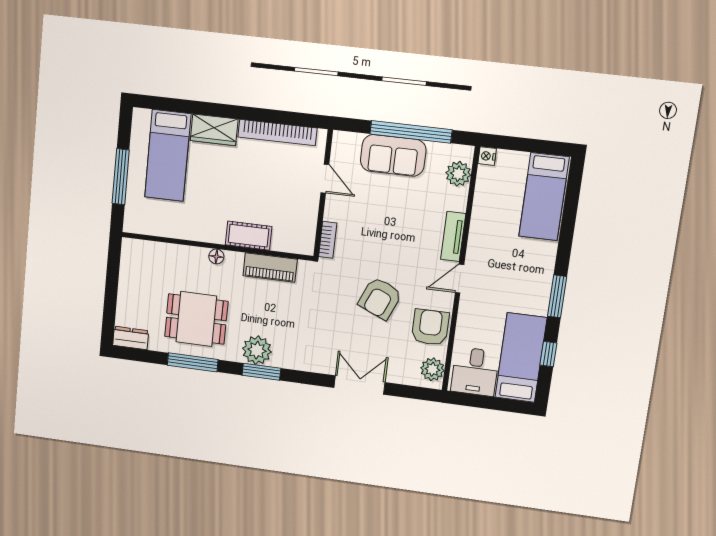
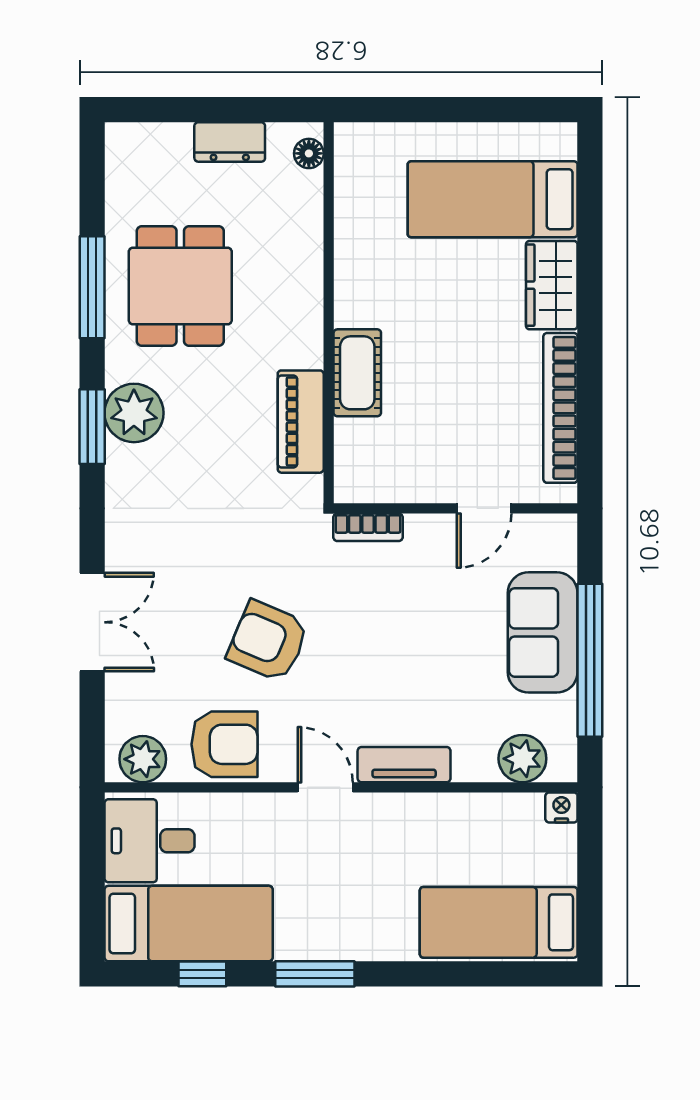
window: (121, 177) -> (441, 110), removed
floor lamp: (216, 257) -> (309, 153), moved
dresser: (131, 338) -> (230, 142), moved, turned 90

